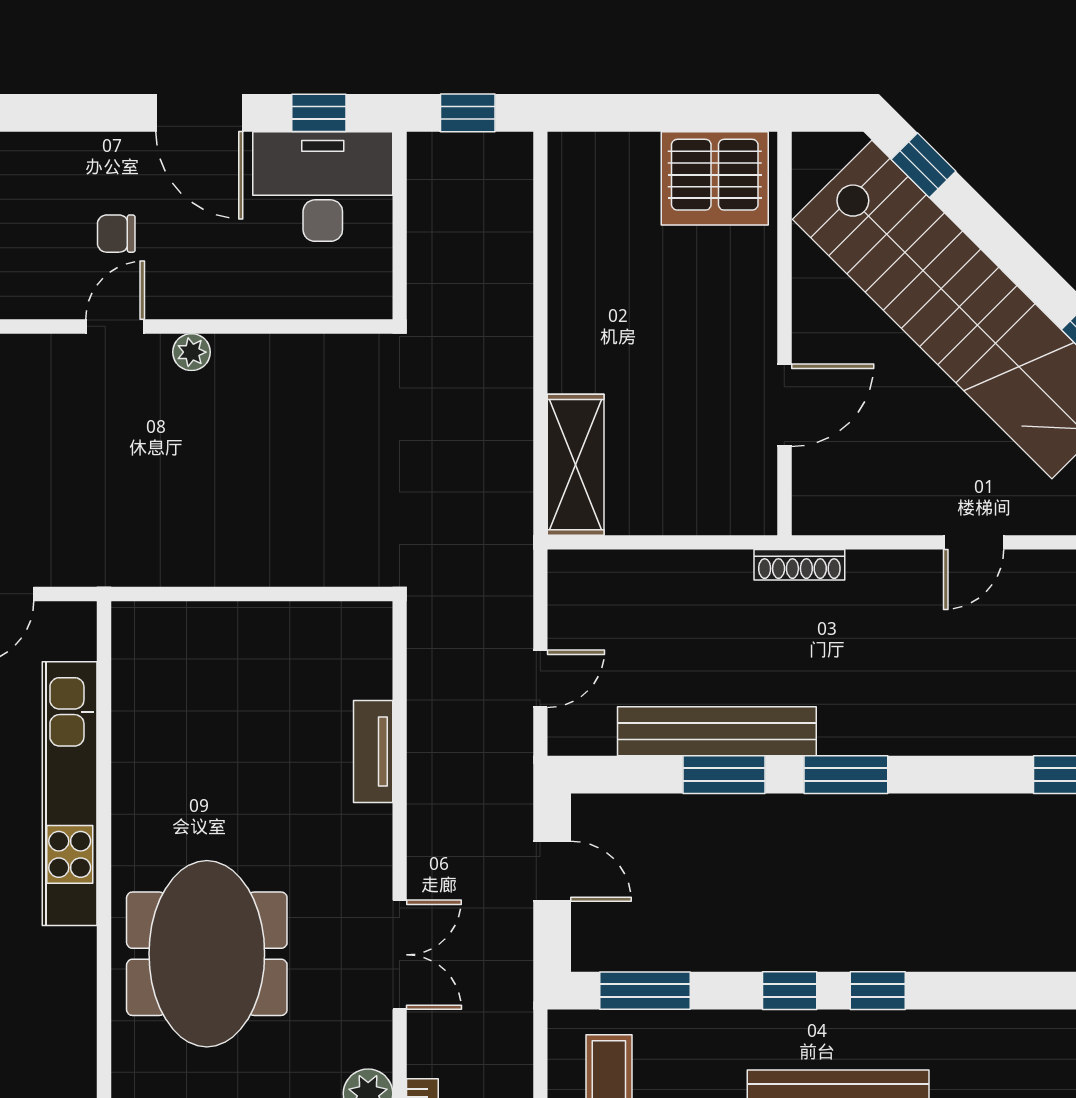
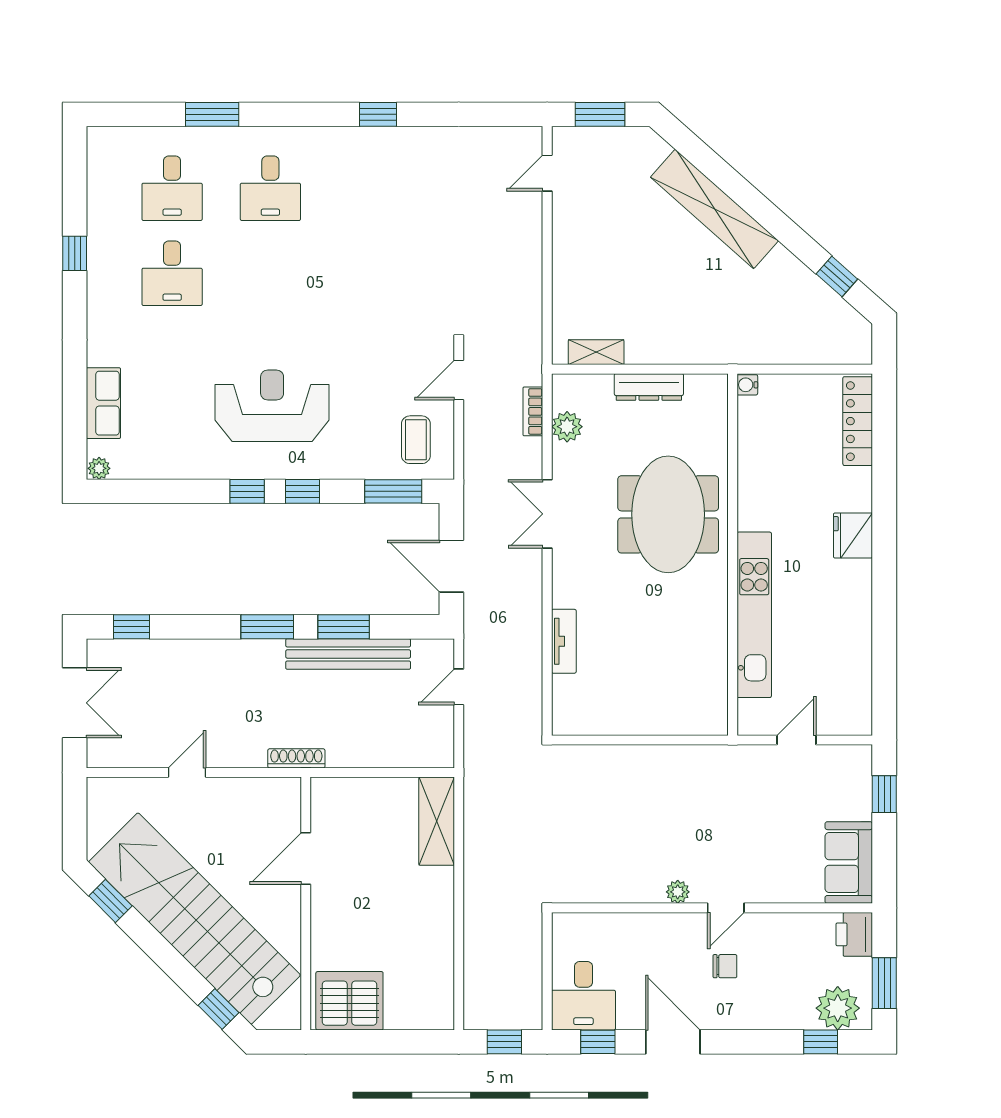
desk: (323, 187) -> (583, 996), width x0.73
door: (552, 871) -> (451, 566), width x1.38

